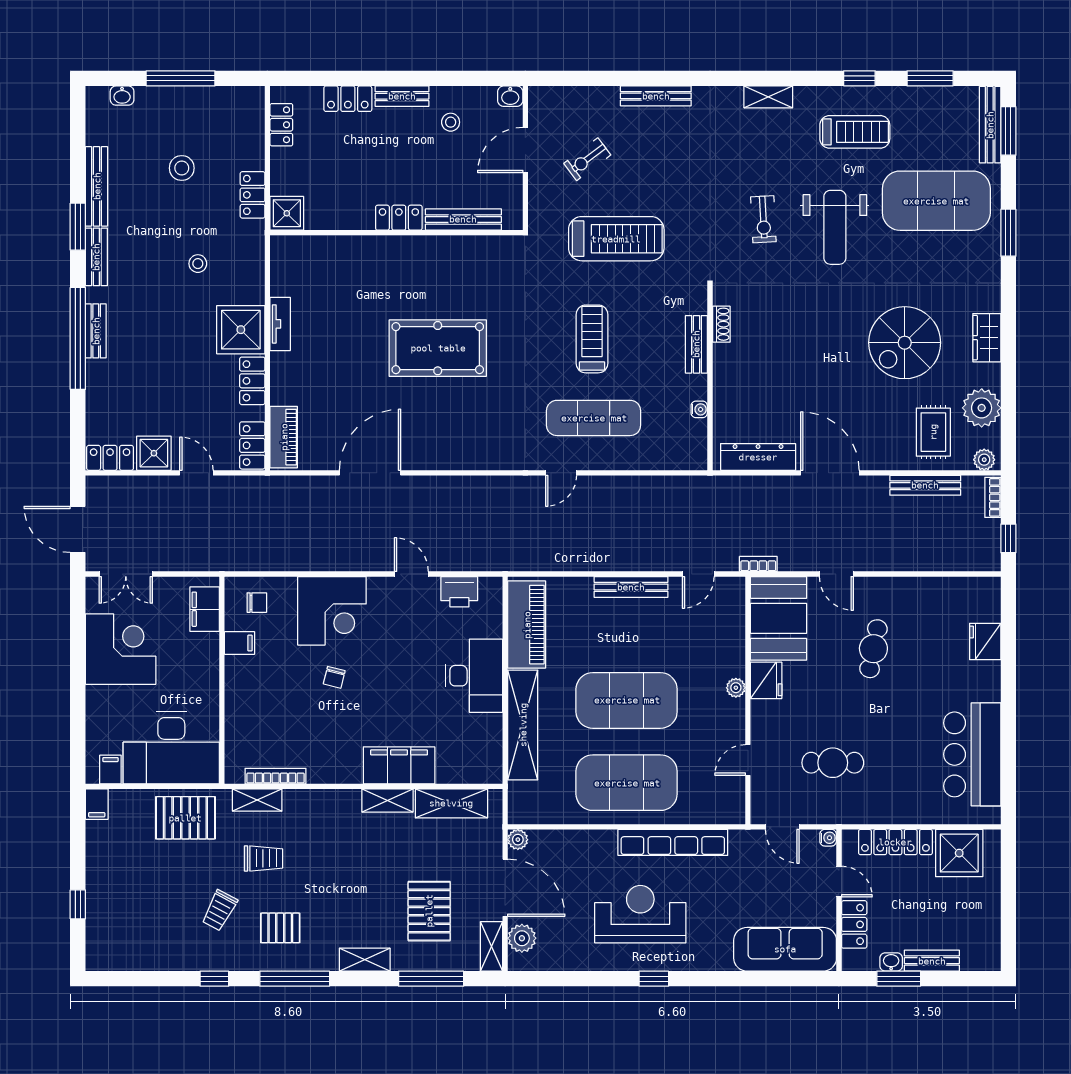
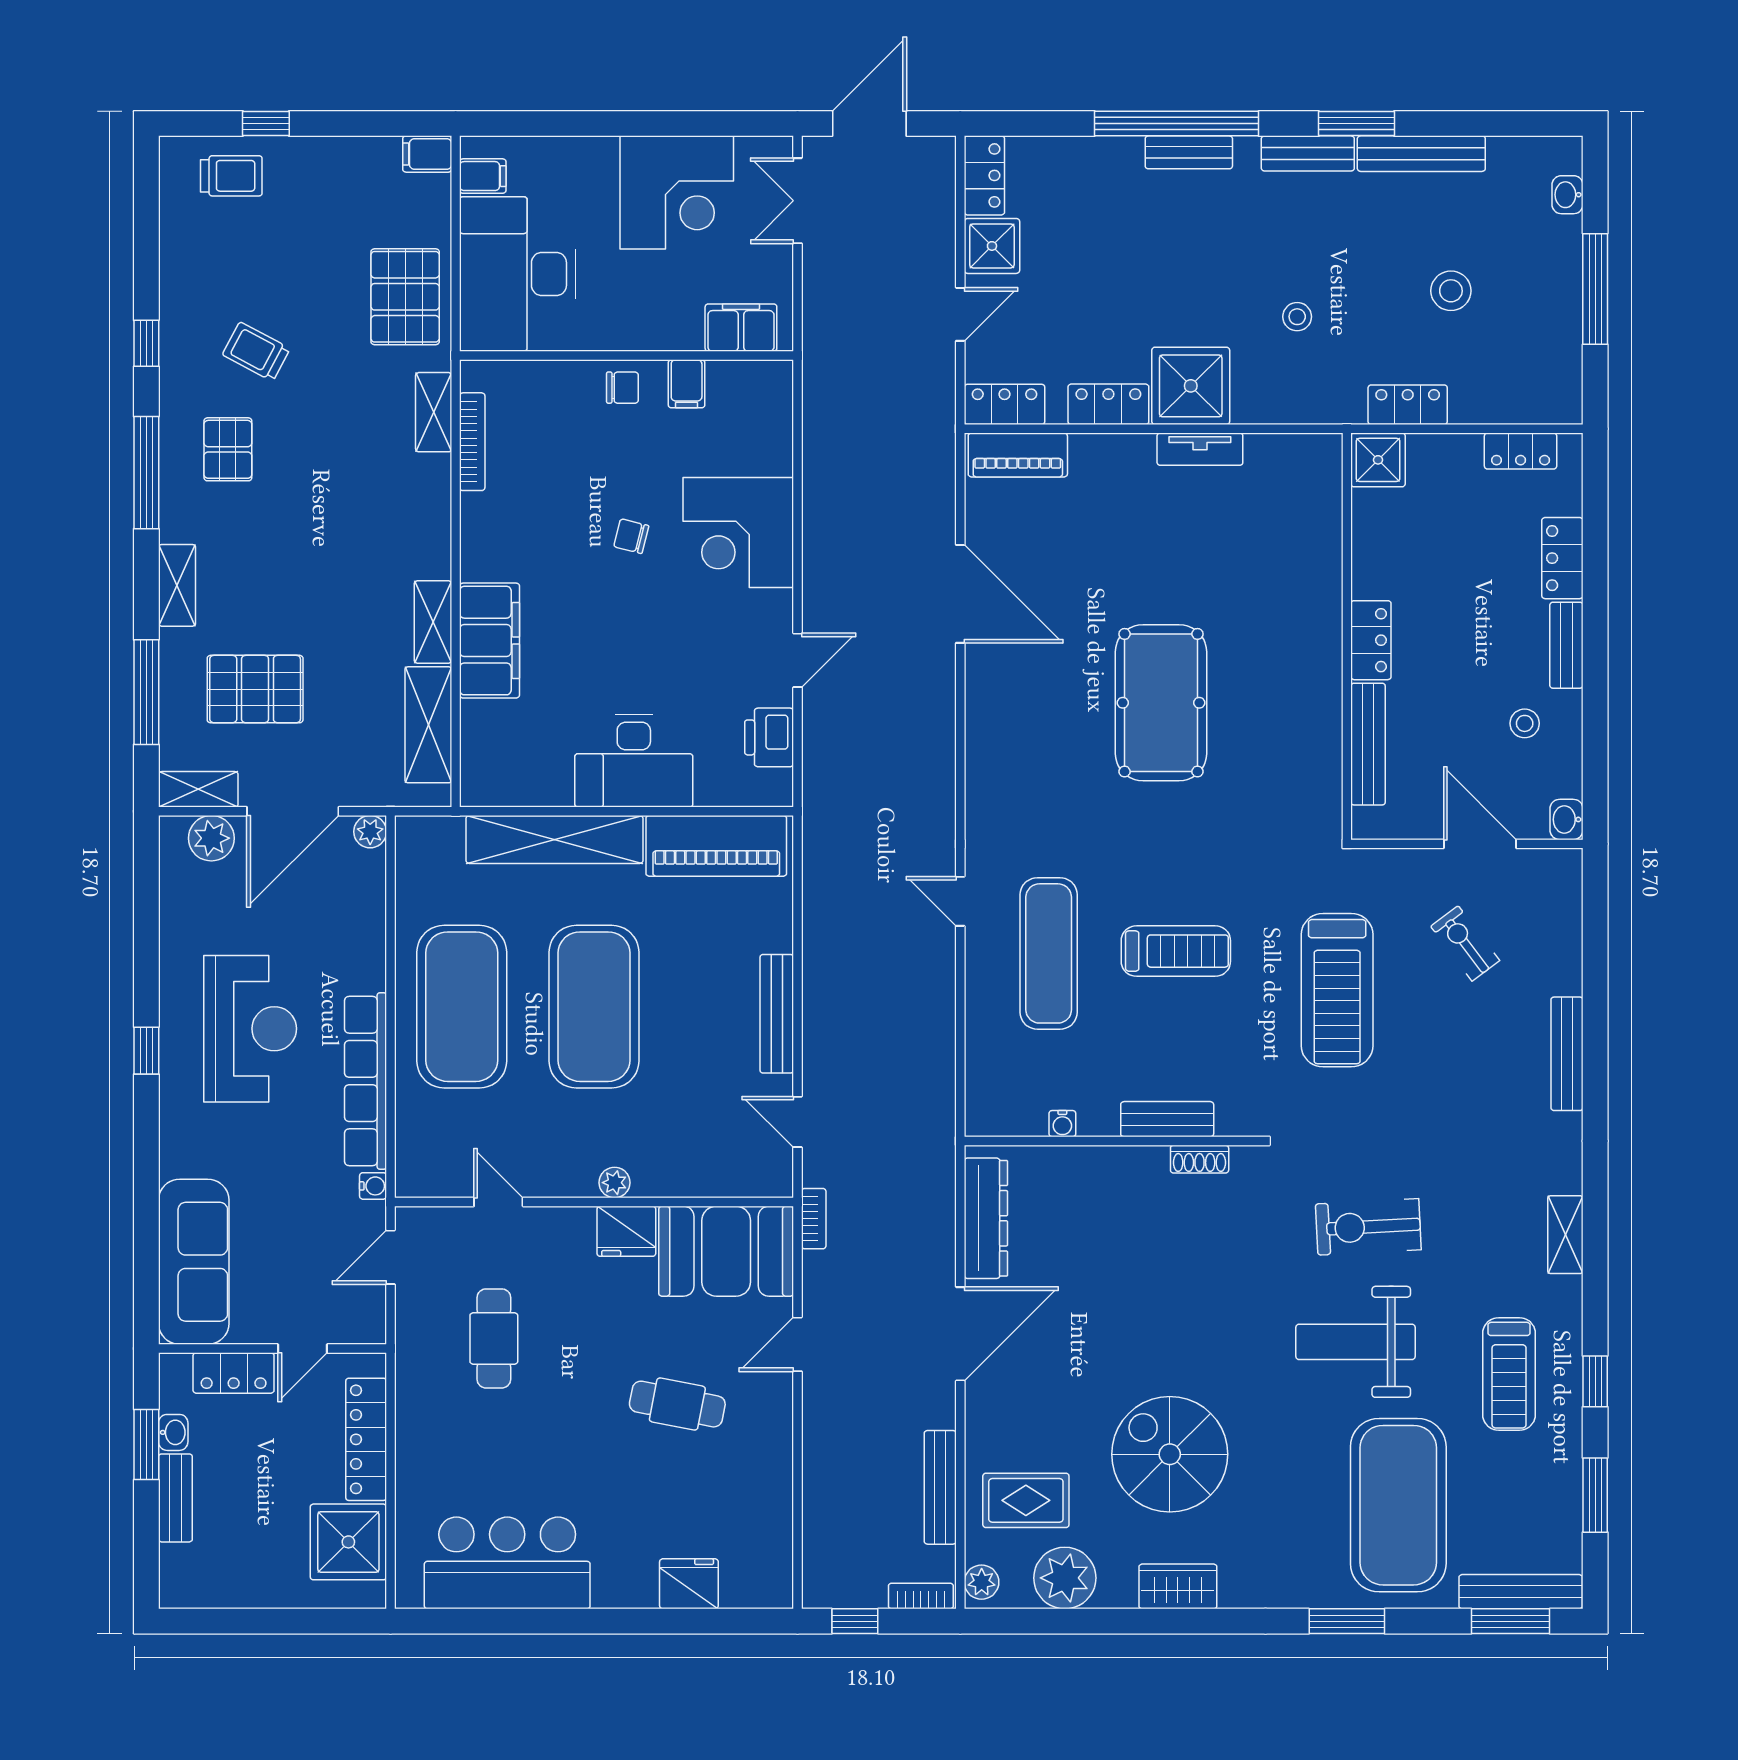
exercise bike: (763, 219) -> (1368, 1227), width x1.38, depth x1.39
chair: (257, 603) -> (622, 388), moved, turned -90
water cooler: (828, 838) -> (373, 1186), moved, turned -90
trolley: (264, 858) -> (231, 176), moved, turned -90

